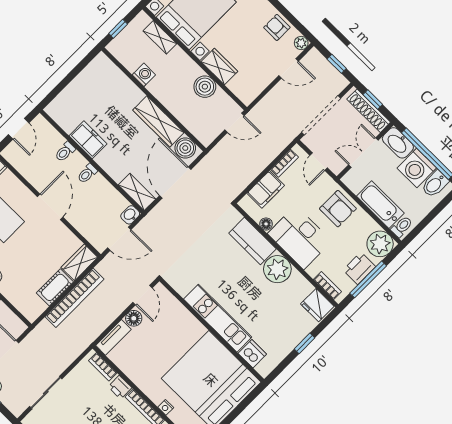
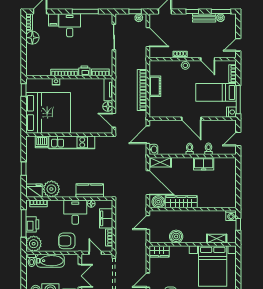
wardrobe: (219, 66) -> (159, 251), moved
washing machine: (144, 75) -> (231, 216), moved
door: (235, 123) -> (148, 222), moved
door: (19, 129) -> (238, 139), hinge flipped
desk: (300, 237) -> (75, 212), width x0.73
wardrobe: (79, 262) -> (155, 107), removed
plant: (277, 269) -> (51, 189), moved

